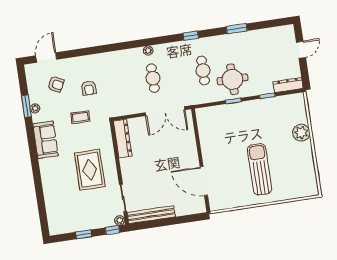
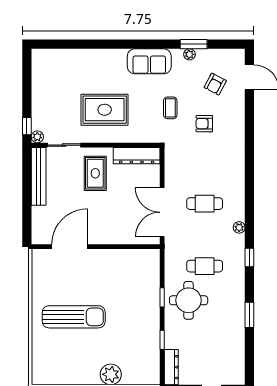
plant: (148, 51) -> (239, 227), moved
rug: (142, 170) -> (95, 173), added
window: (84, 234) -> (27, 90), removed

